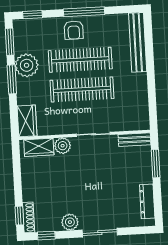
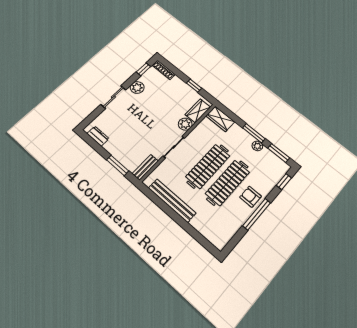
bench: (138, 42) -> (172, 200), moved
plant: (27, 65) -> (257, 146), width x0.53, depth x0.53
dresser: (147, 201) -> (98, 136), width x0.70
window: (19, 216) -> (194, 86), moved

